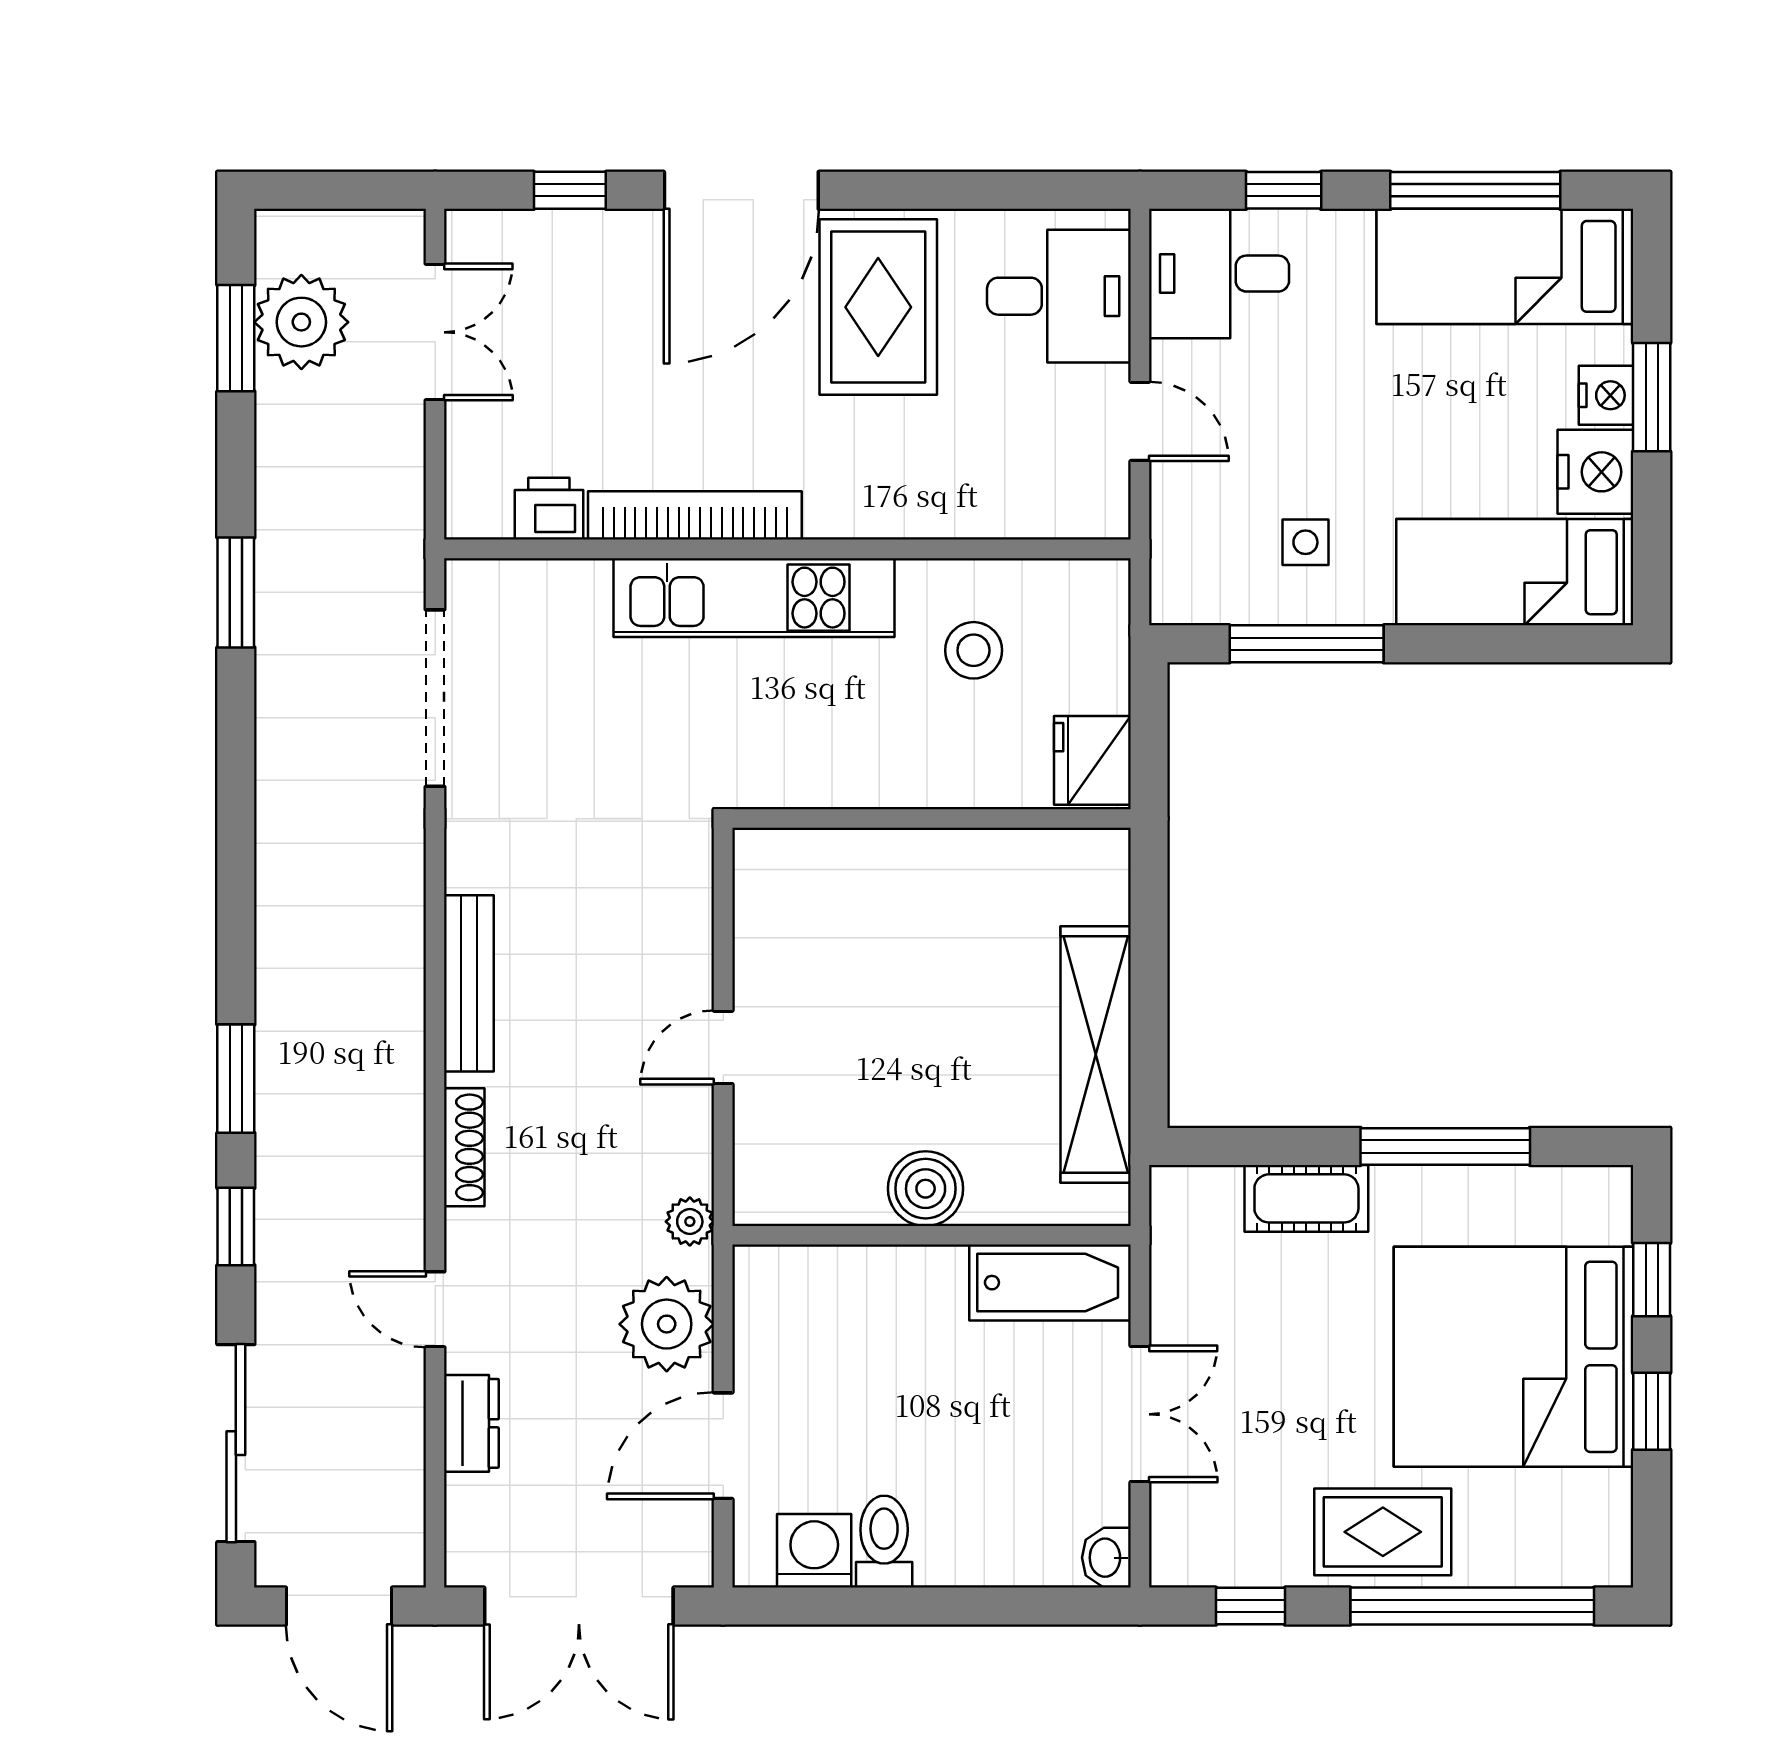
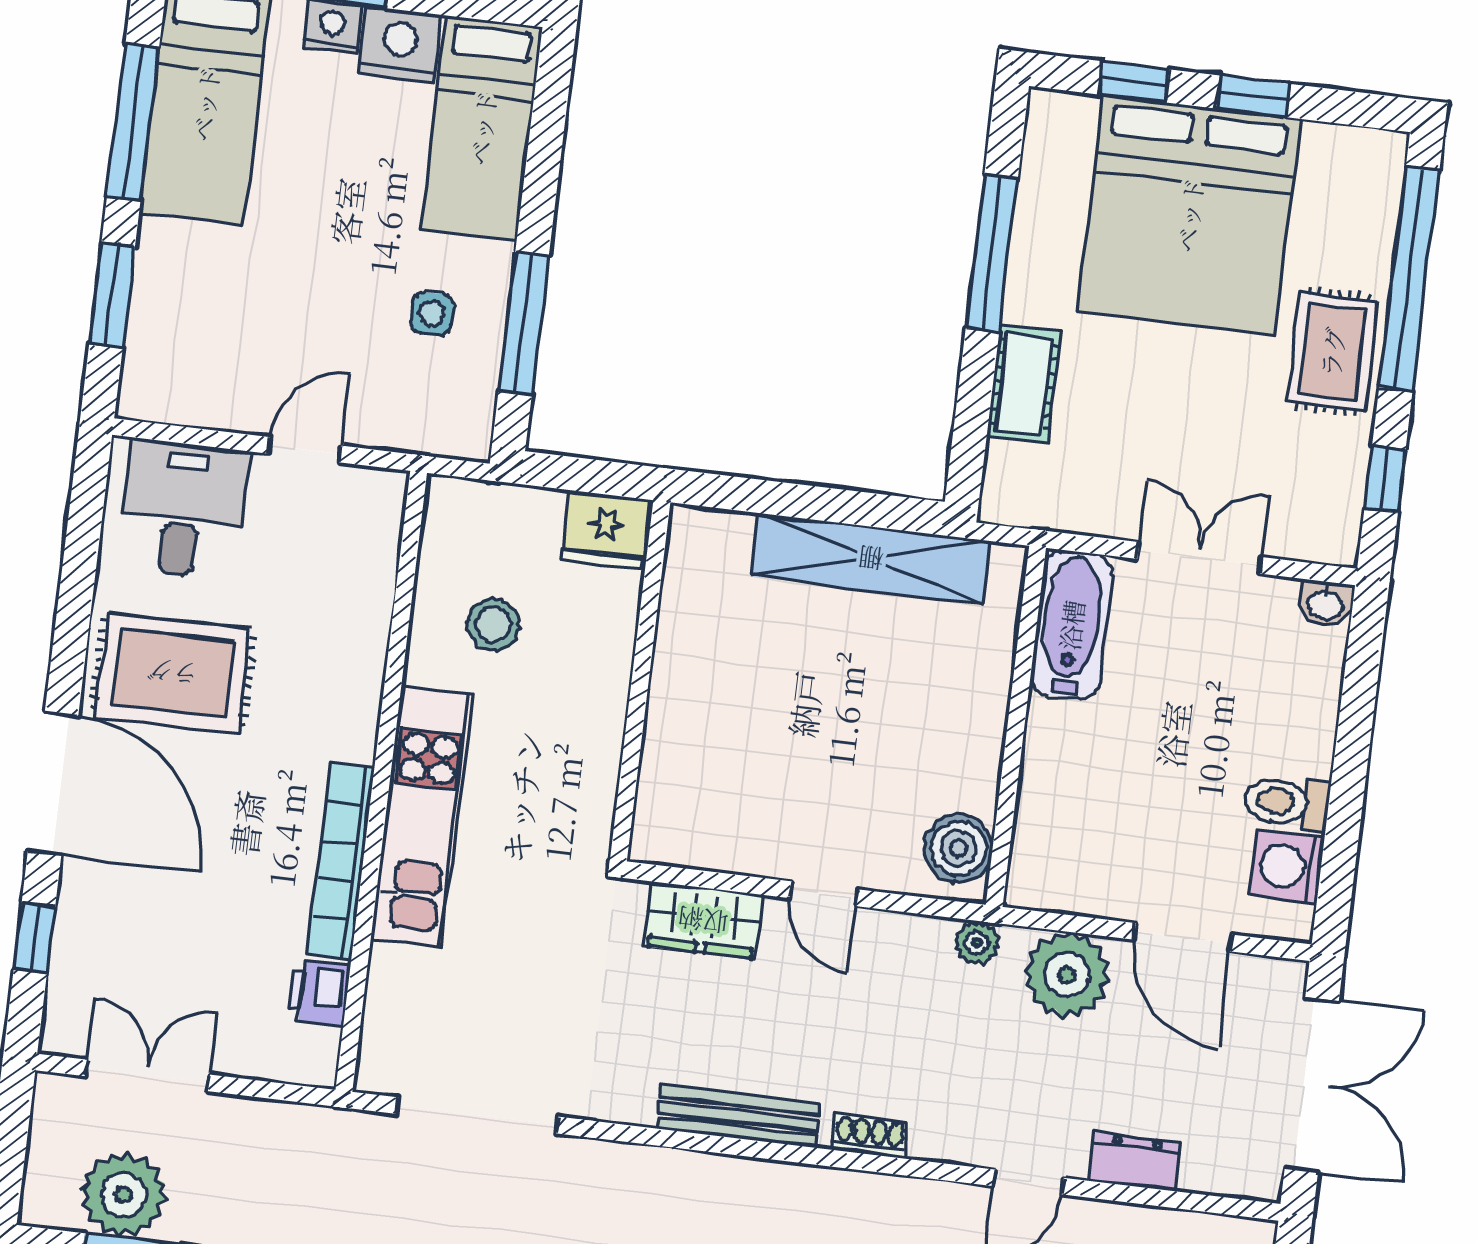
window: (1284, 190) -> (112, 295), width x1.50
desk: (1219, 274) -> (180, 362), removed
wardrobe: (678, 919) -> (703, 921), added
shoe rack: (464, 1147) -> (870, 1136), width x0.70
boiler: (926, 1189) -> (958, 848), moved

